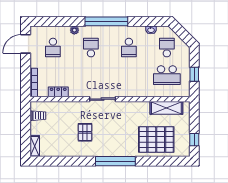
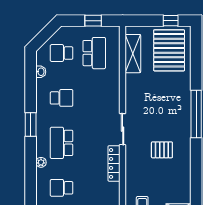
window: (106, 21) -> (31, 124), width x0.47
school desk: (53, 48) -> (62, 188), turned 180
school desk: (91, 48) -> (62, 143), width x1.85
locker: (58, 92) -> (114, 163), moved, width x1.53
pallet: (156, 140) -> (169, 50), moved

